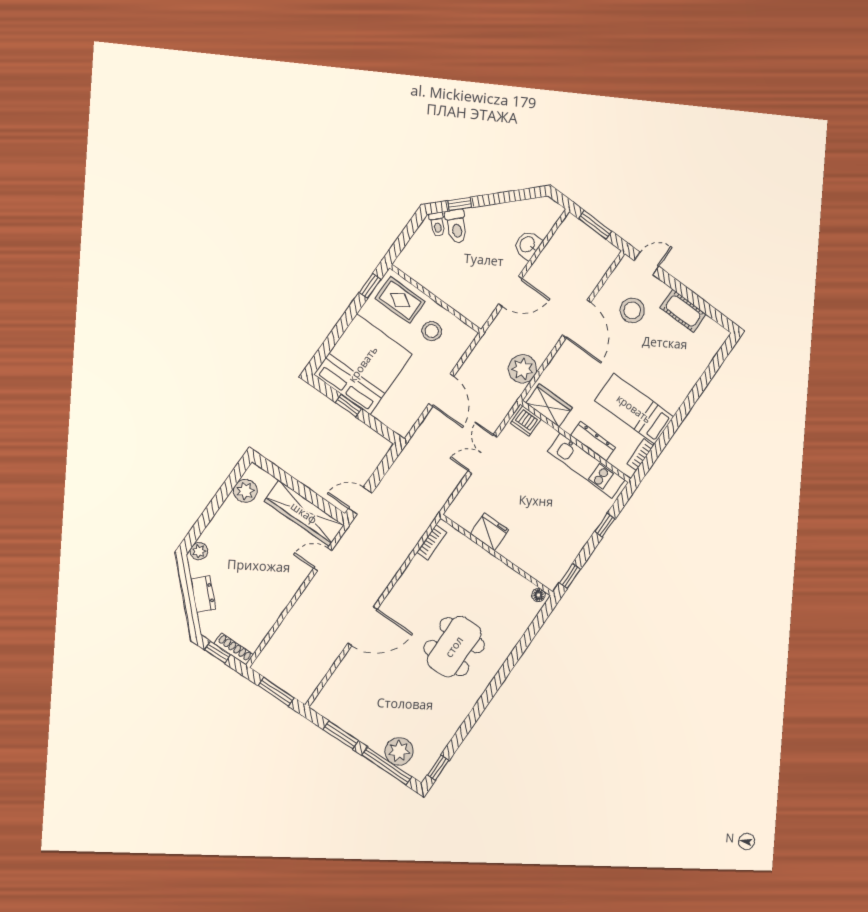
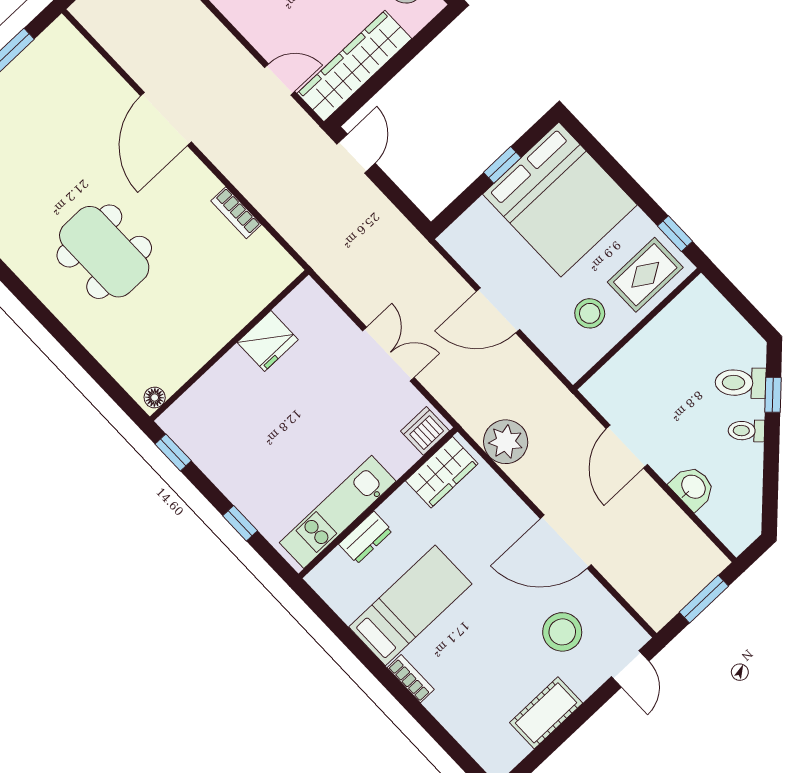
toilet: (437, 224) -> (746, 431), moved
dresser: (593, 441) -> (365, 537), width x0.70
bookcase: (640, 455) -> (411, 679), moved
bookcase: (432, 542) -> (236, 213), moved
door: (323, 559) -> (280, 79), hinge flipped

